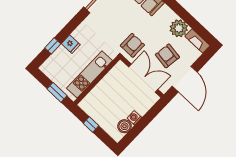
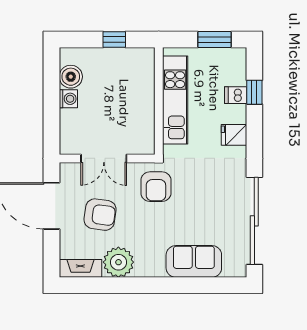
fridge: (71, 44) -> (234, 135), moved
dishwasher: (62, 52) -> (236, 95), added
double door: (143, 78) -> (104, 158), width x0.73
window: (57, 92) -> (214, 39), moved

